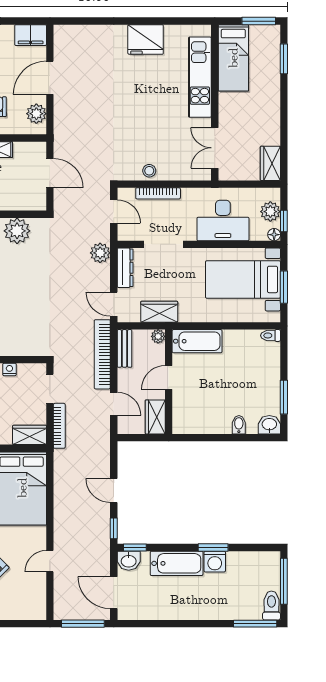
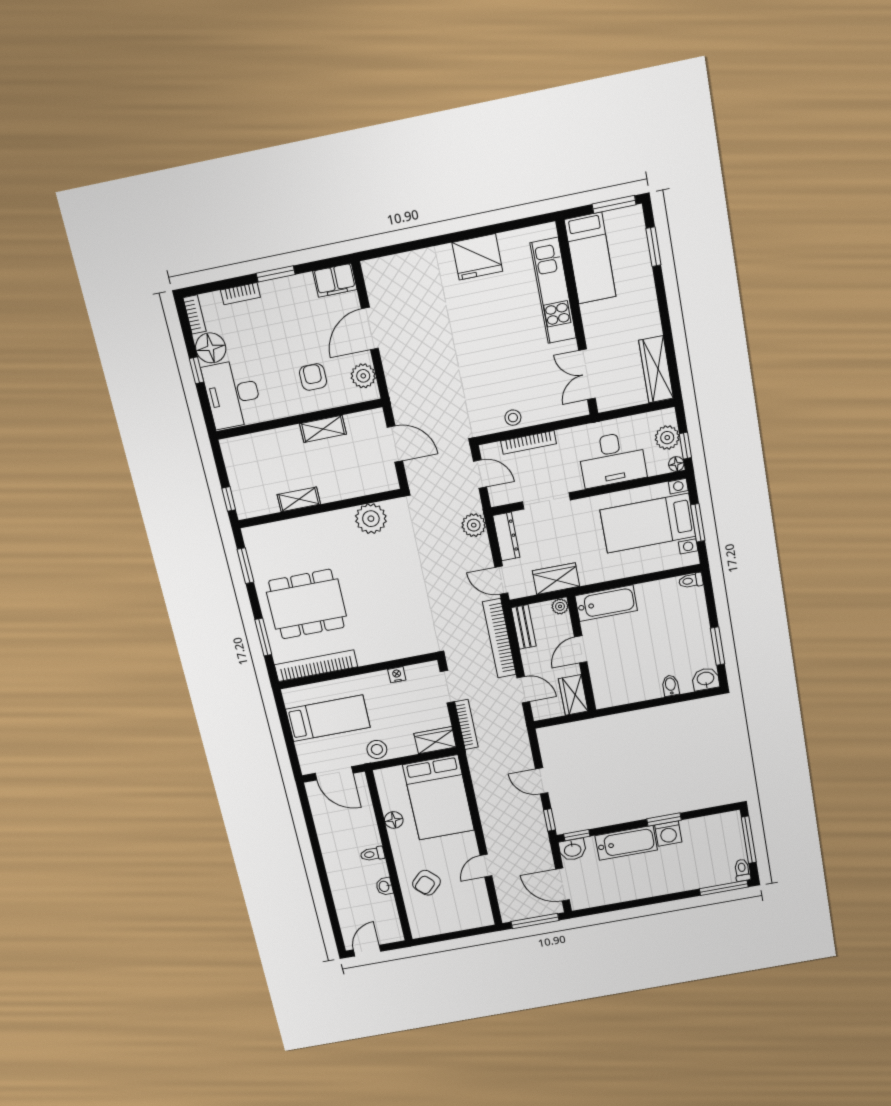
wardrobe: (270, 163) -> (656, 369), width x1.50
toilet: (271, 606) -> (742, 870), width x0.73, depth x0.72

